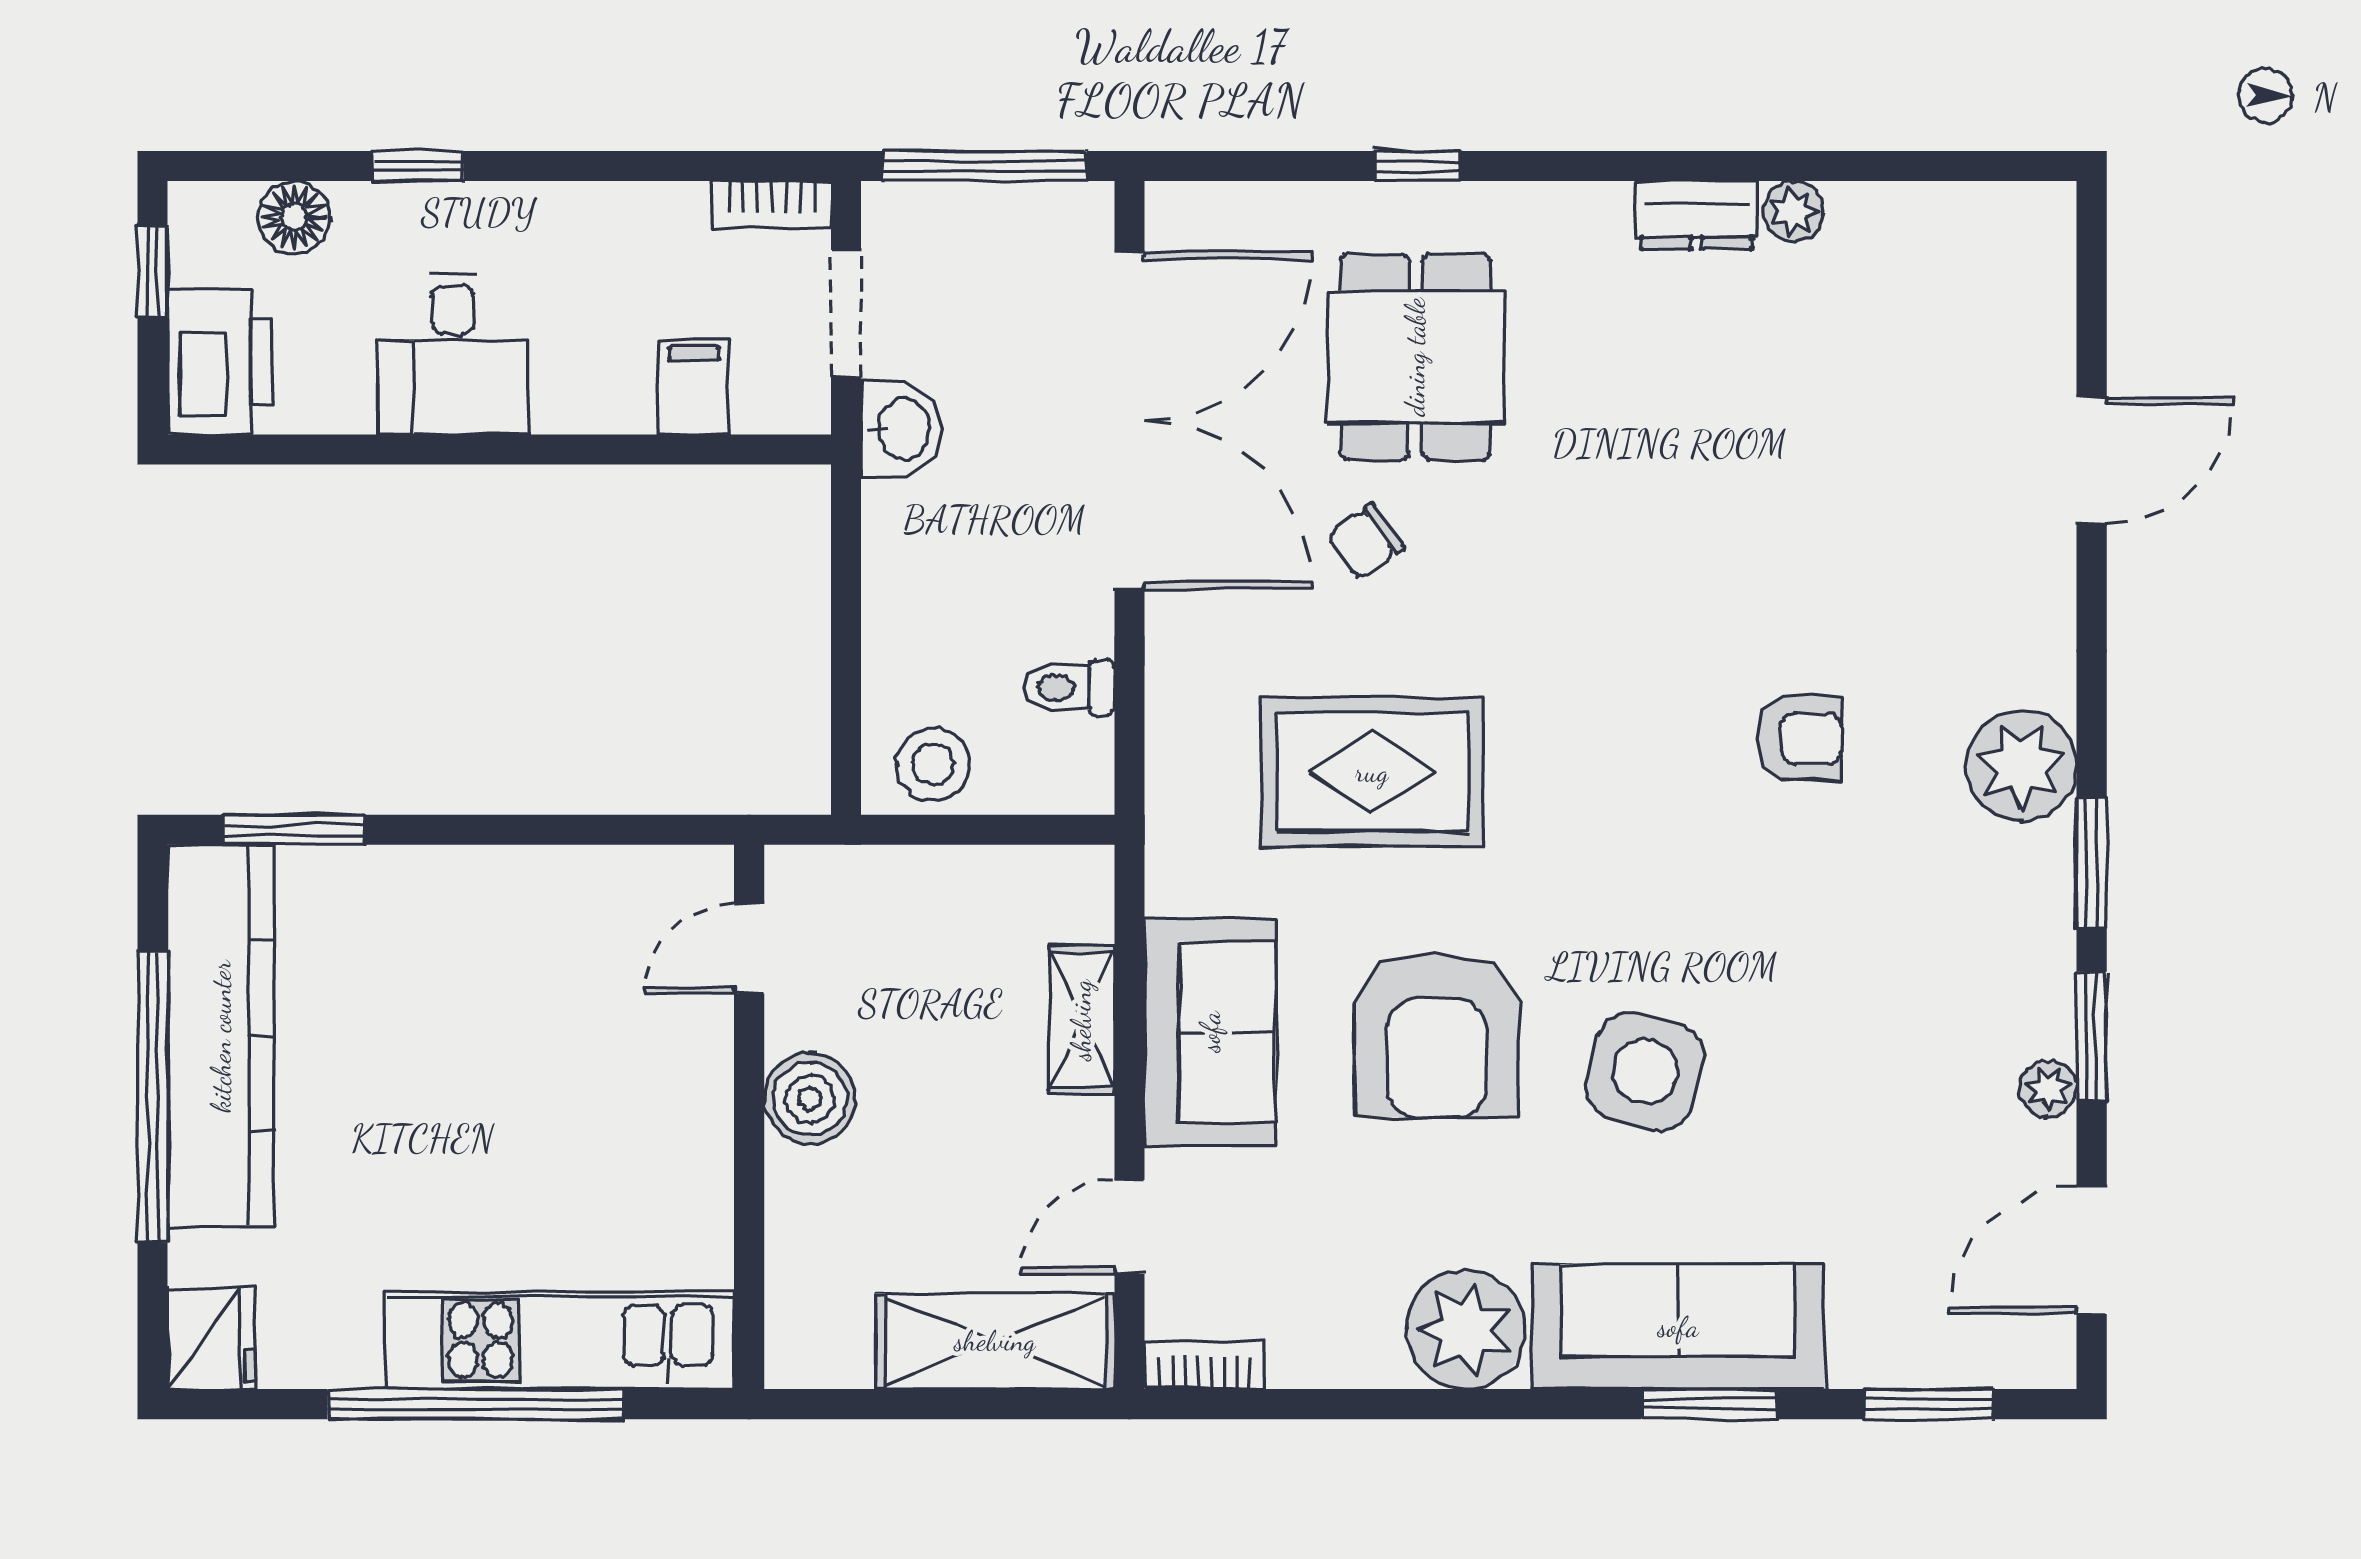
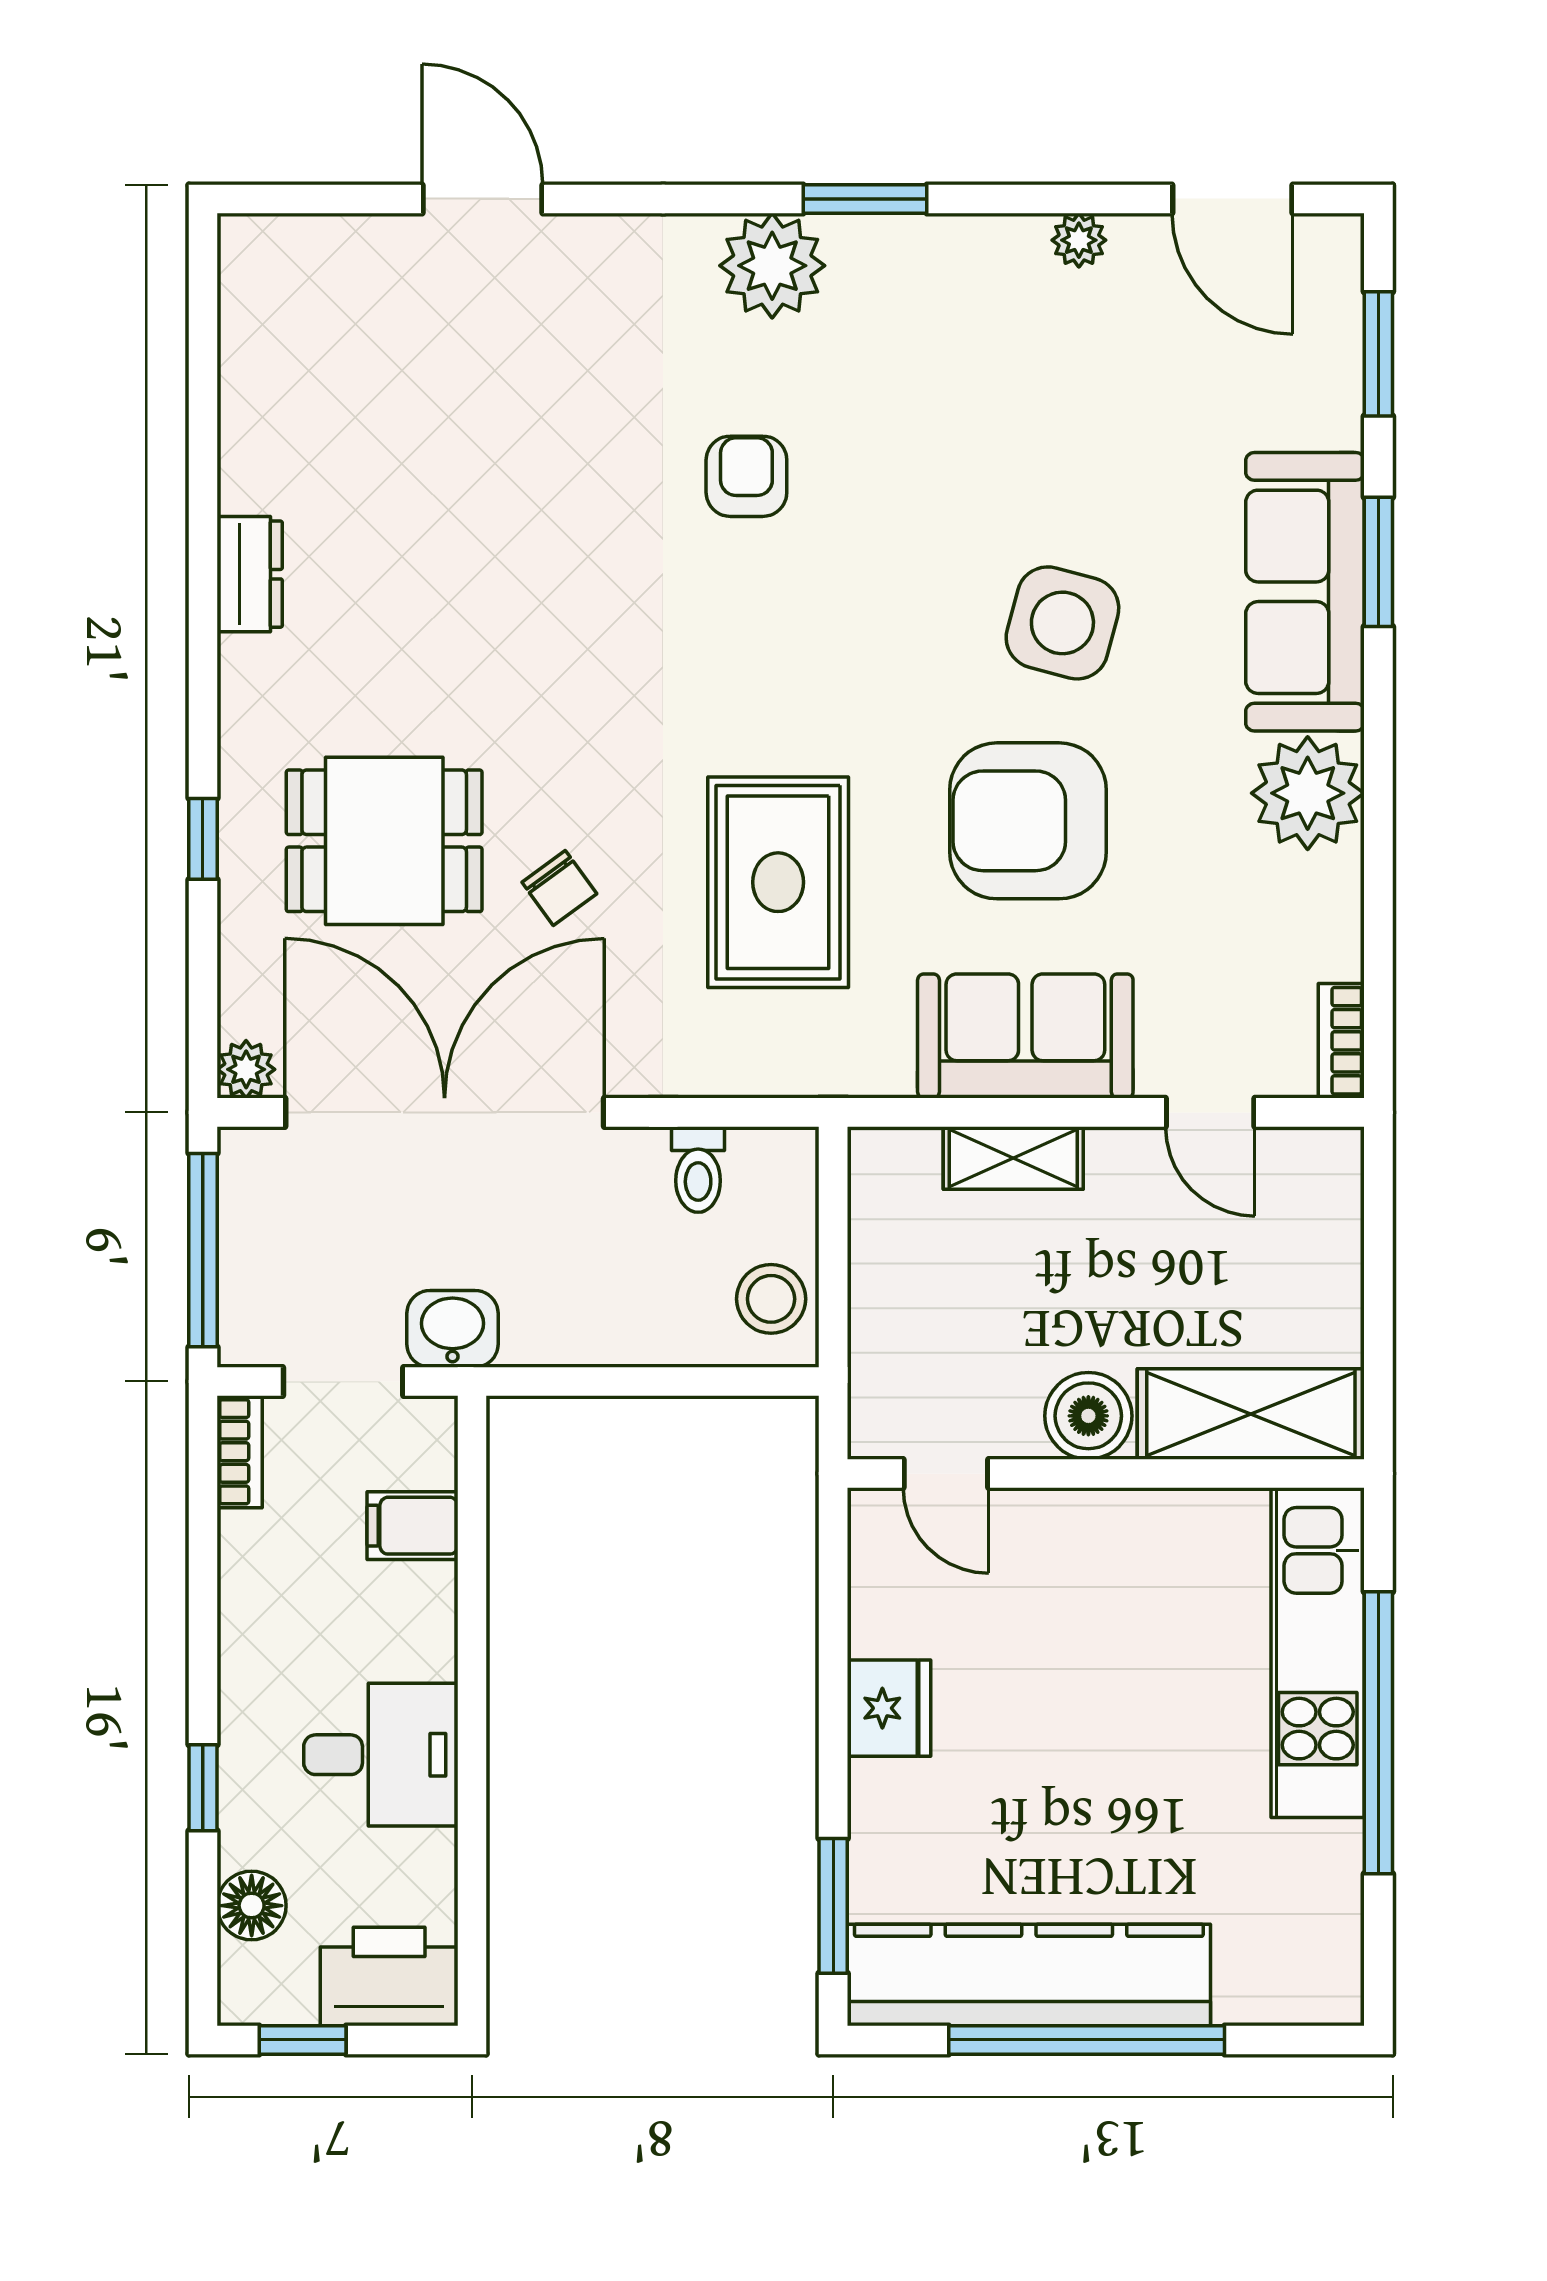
plant: (1794, 211) -> (246, 1069), moved
armchair: (1437, 1035) -> (1028, 821), turned 180
window: (2092, 1036) -> (1029, 199), removed
fridge: (211, 1338) -> (889, 1708), moved, turned 90
shelving: (995, 1341) -> (1251, 1414), moved, turned 90

